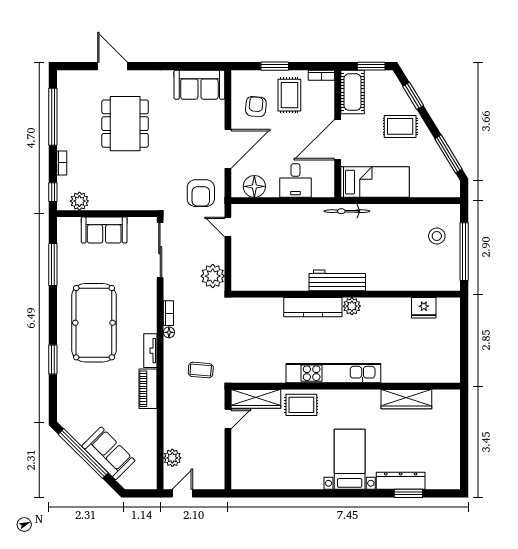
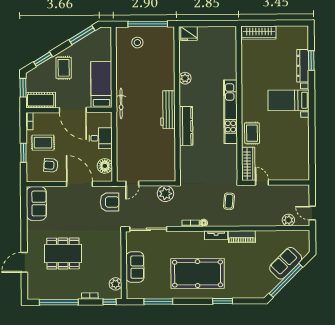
plant: (352, 306) -> (185, 78), moved
fridge: (424, 308) -> (189, 33), moved, turned 90
wardrobe: (406, 399) -> (259, 33), moved, turned 90

